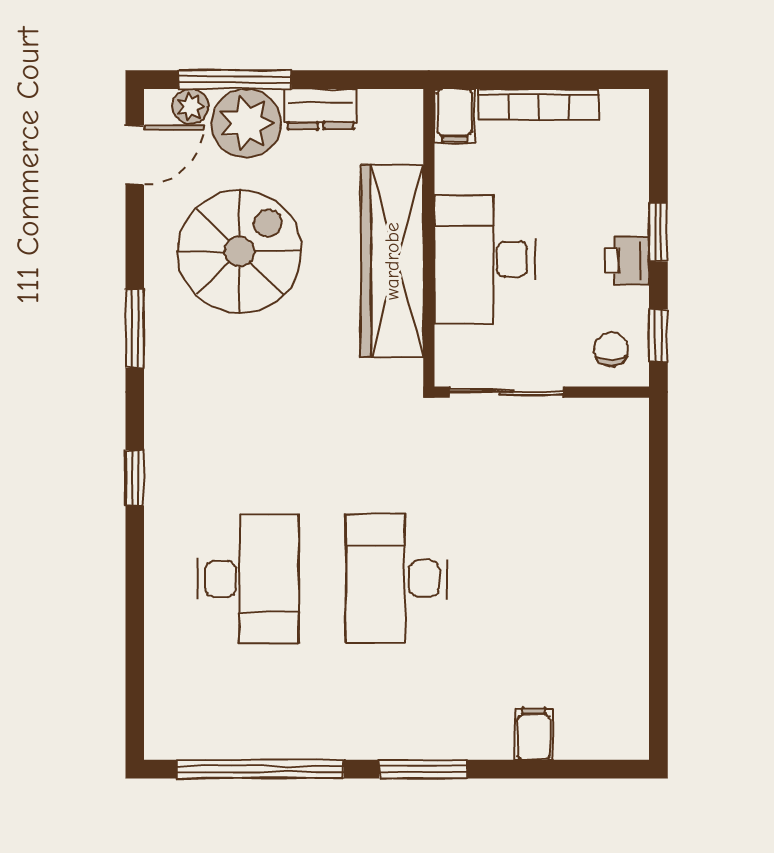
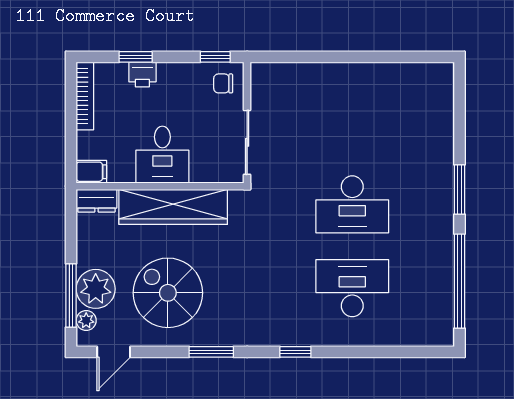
bookcase: (539, 104) -> (85, 96), moved
dresser: (321, 109) -> (97, 201), moved, turned 90
door: (135, 155) -> (114, 352), swing flipped
window: (658, 232) -> (136, 57), moved
desk: (485, 259) -> (162, 155), width x0.73
printer: (627, 261) -> (142, 74), moved
filing cabinet: (534, 734) -> (440, 127), removed

